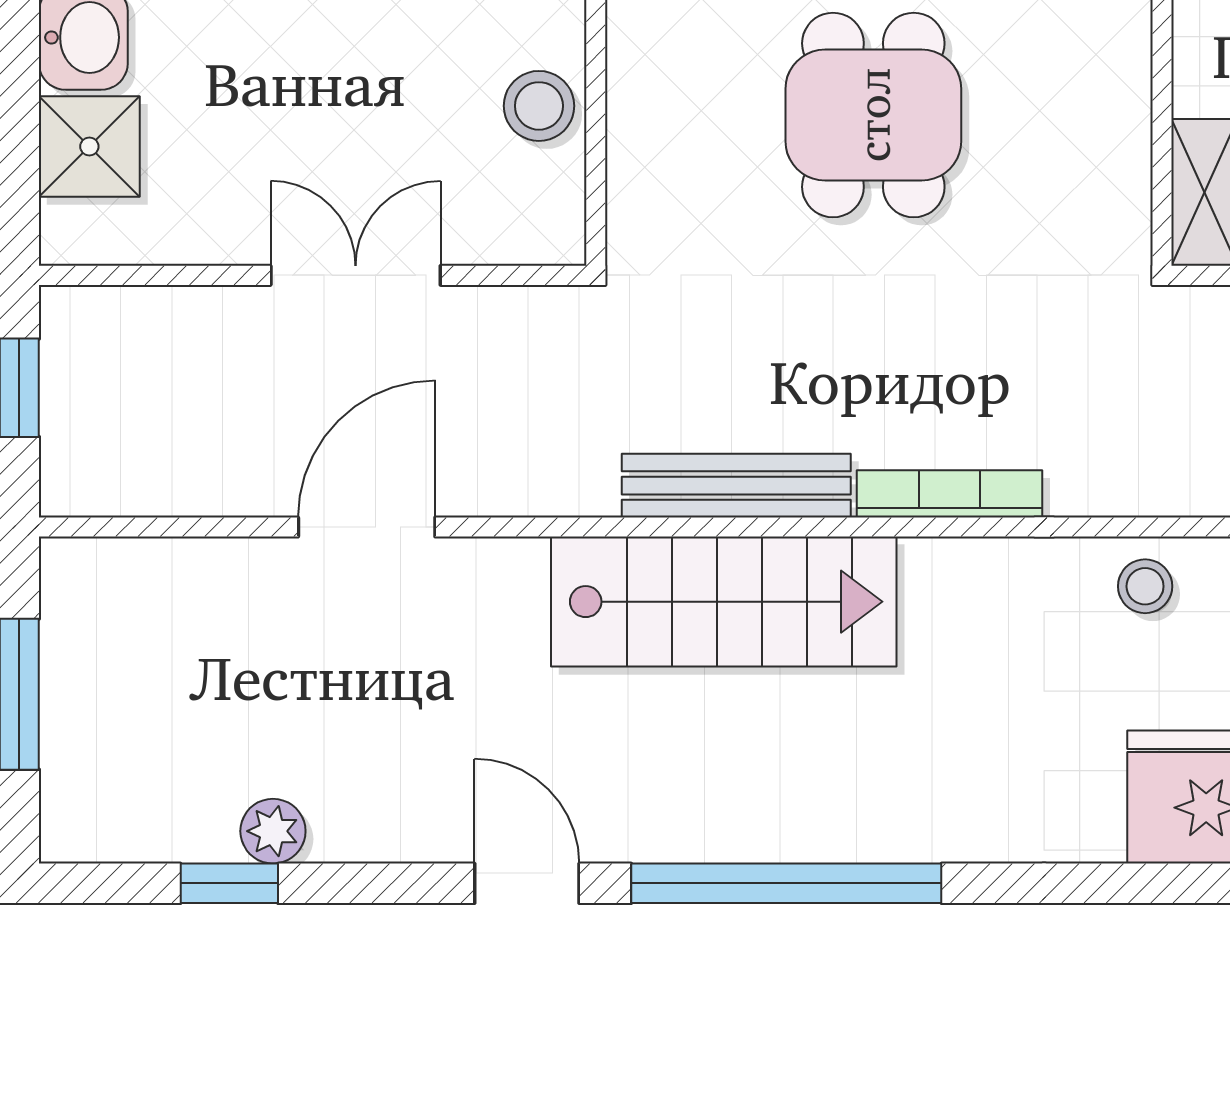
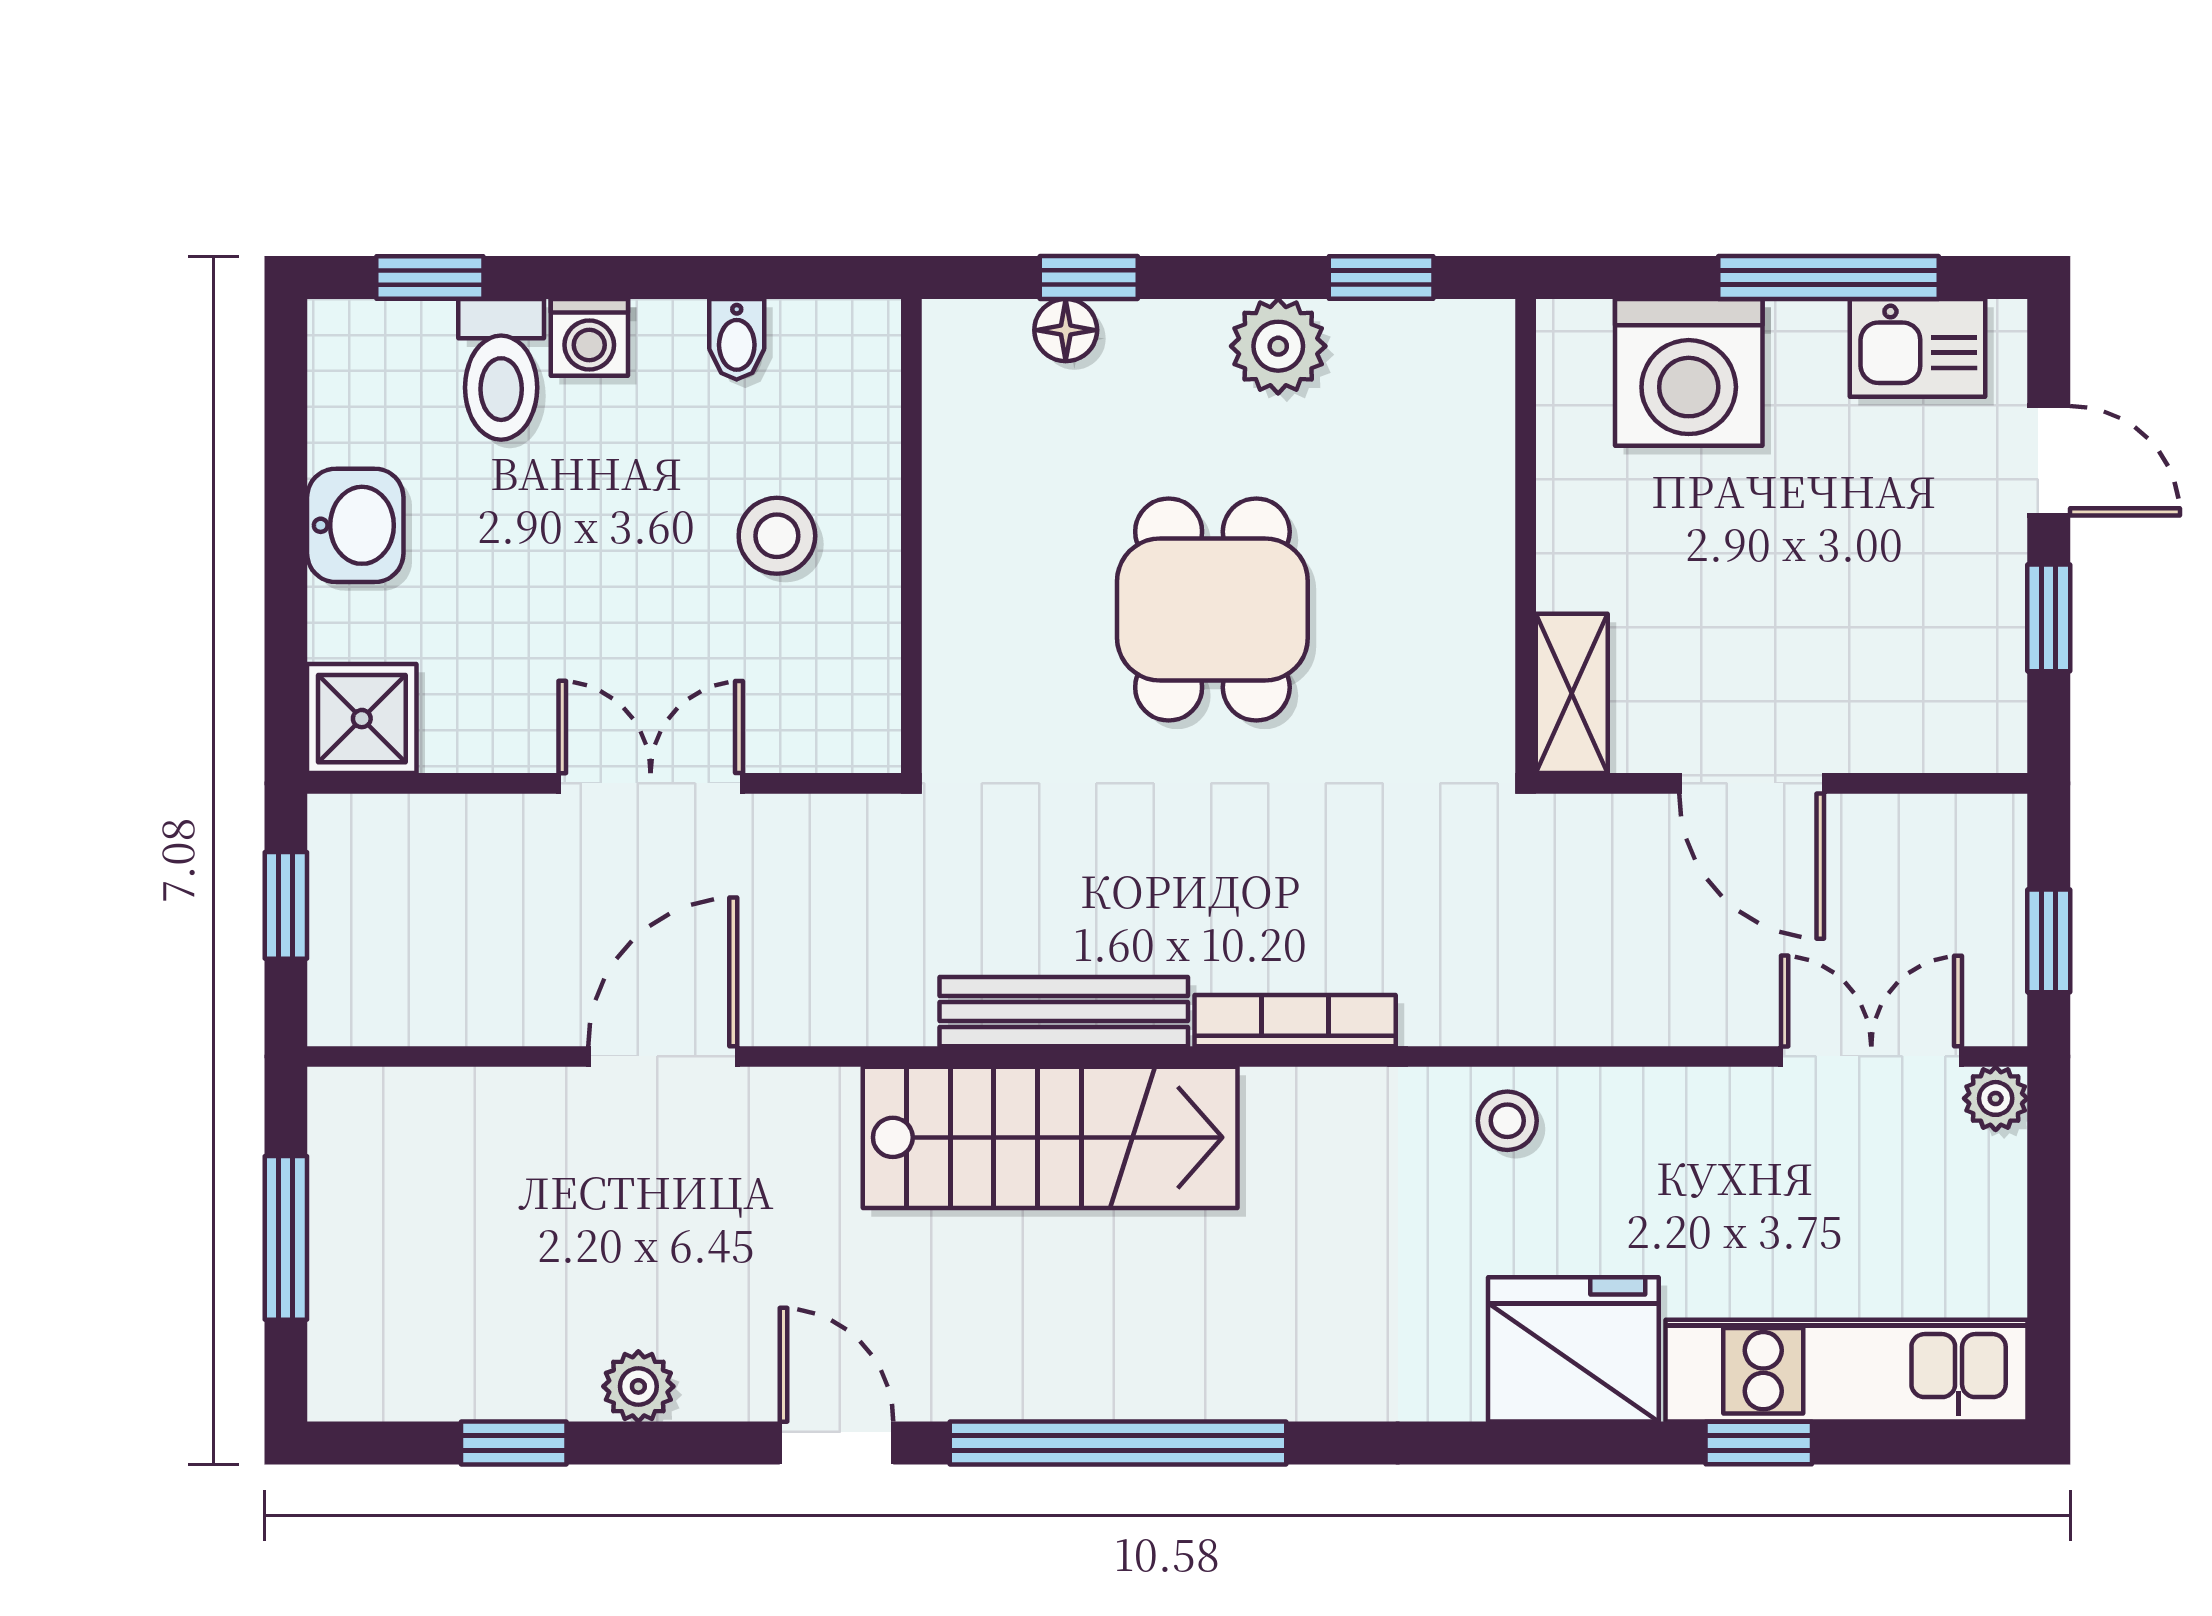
stool: (539, 106) -> (777, 536), moved
shower: (89, 146) -> (362, 719), moved
plant: (273, 831) -> (638, 1386), moved

